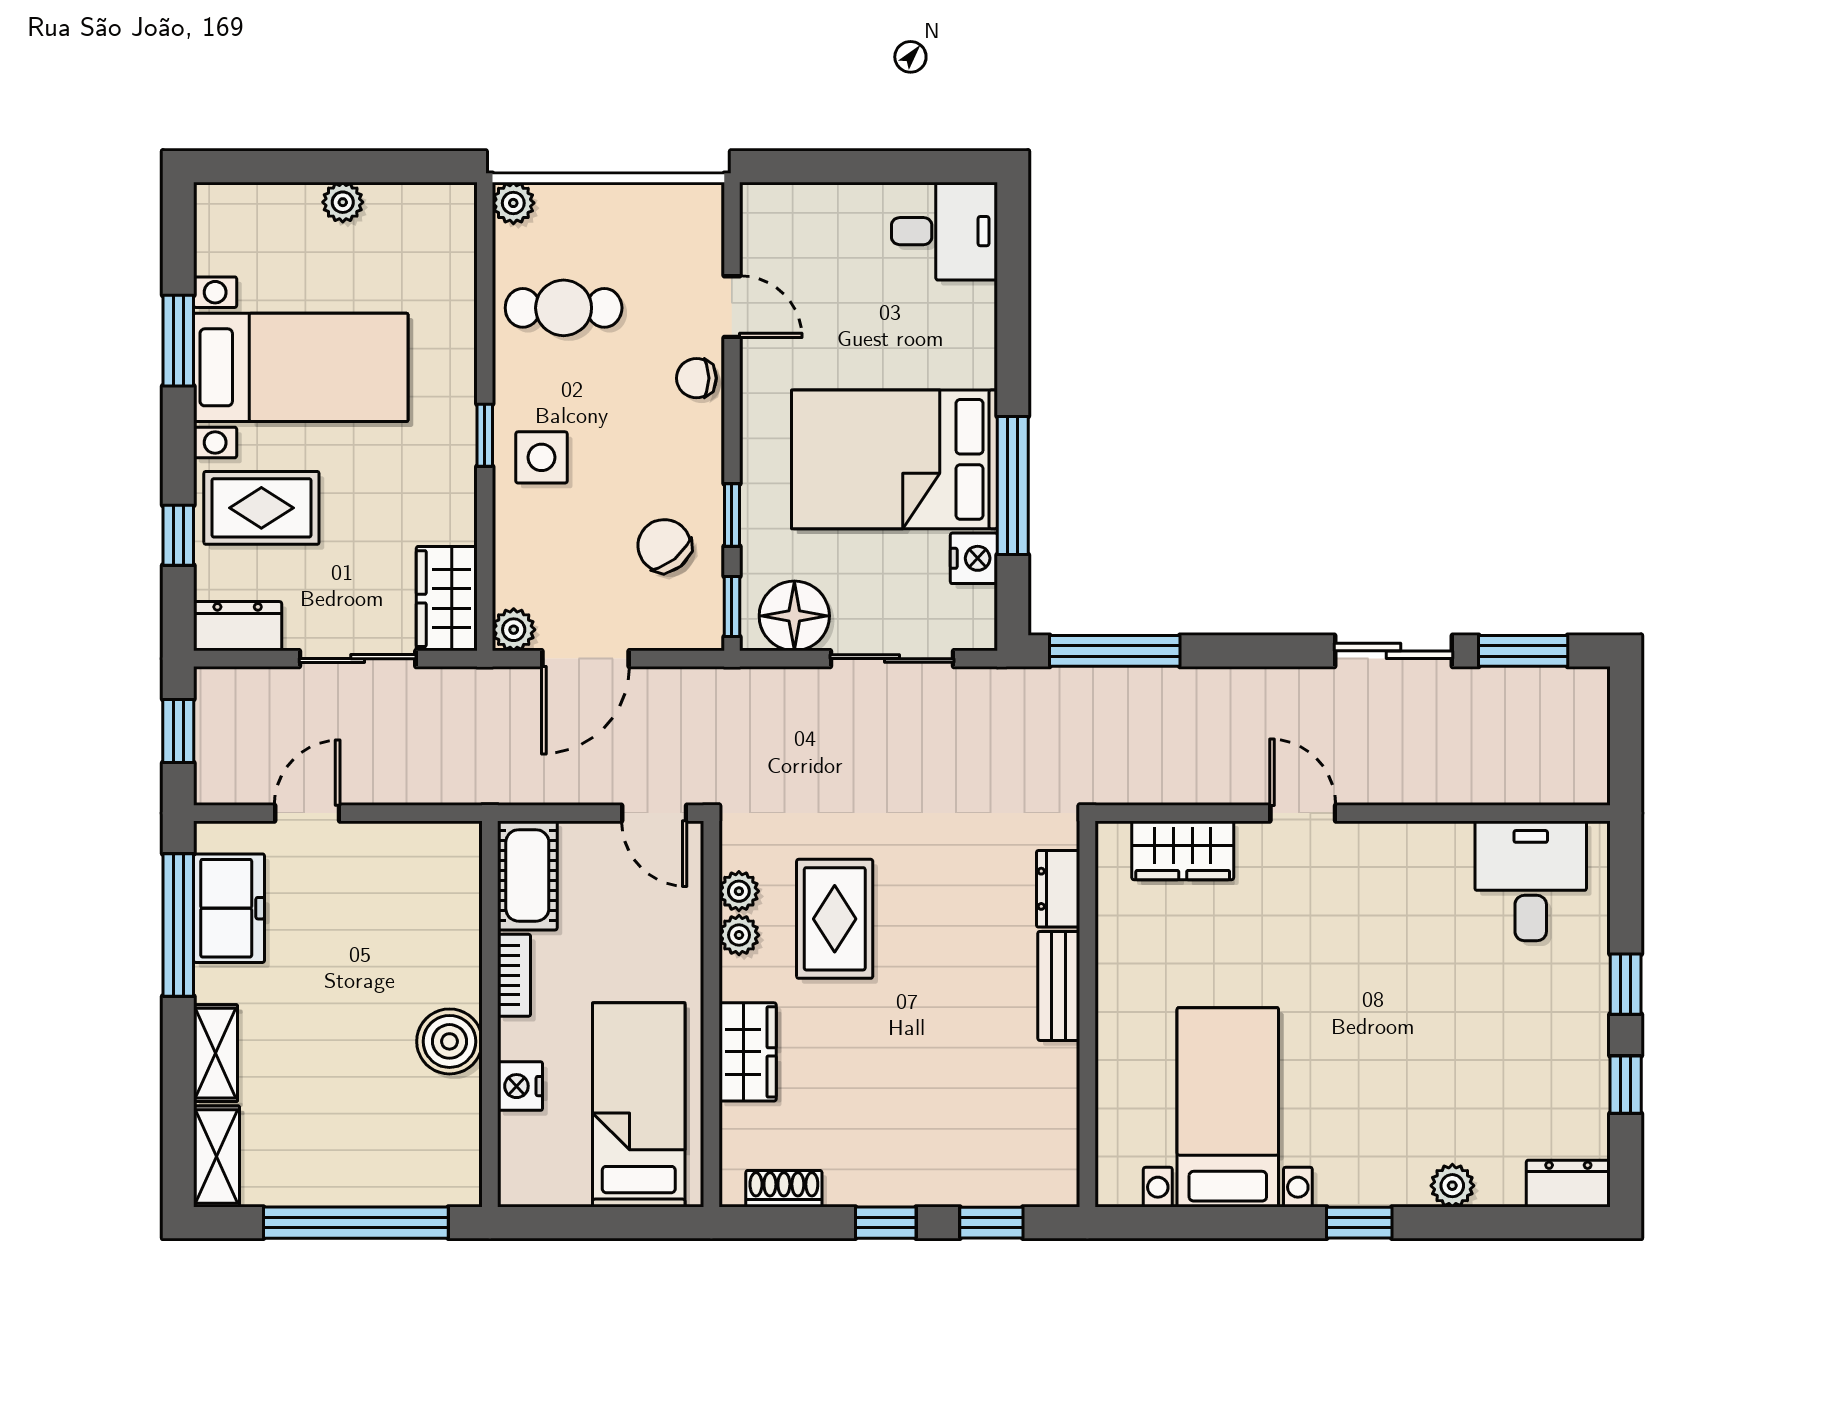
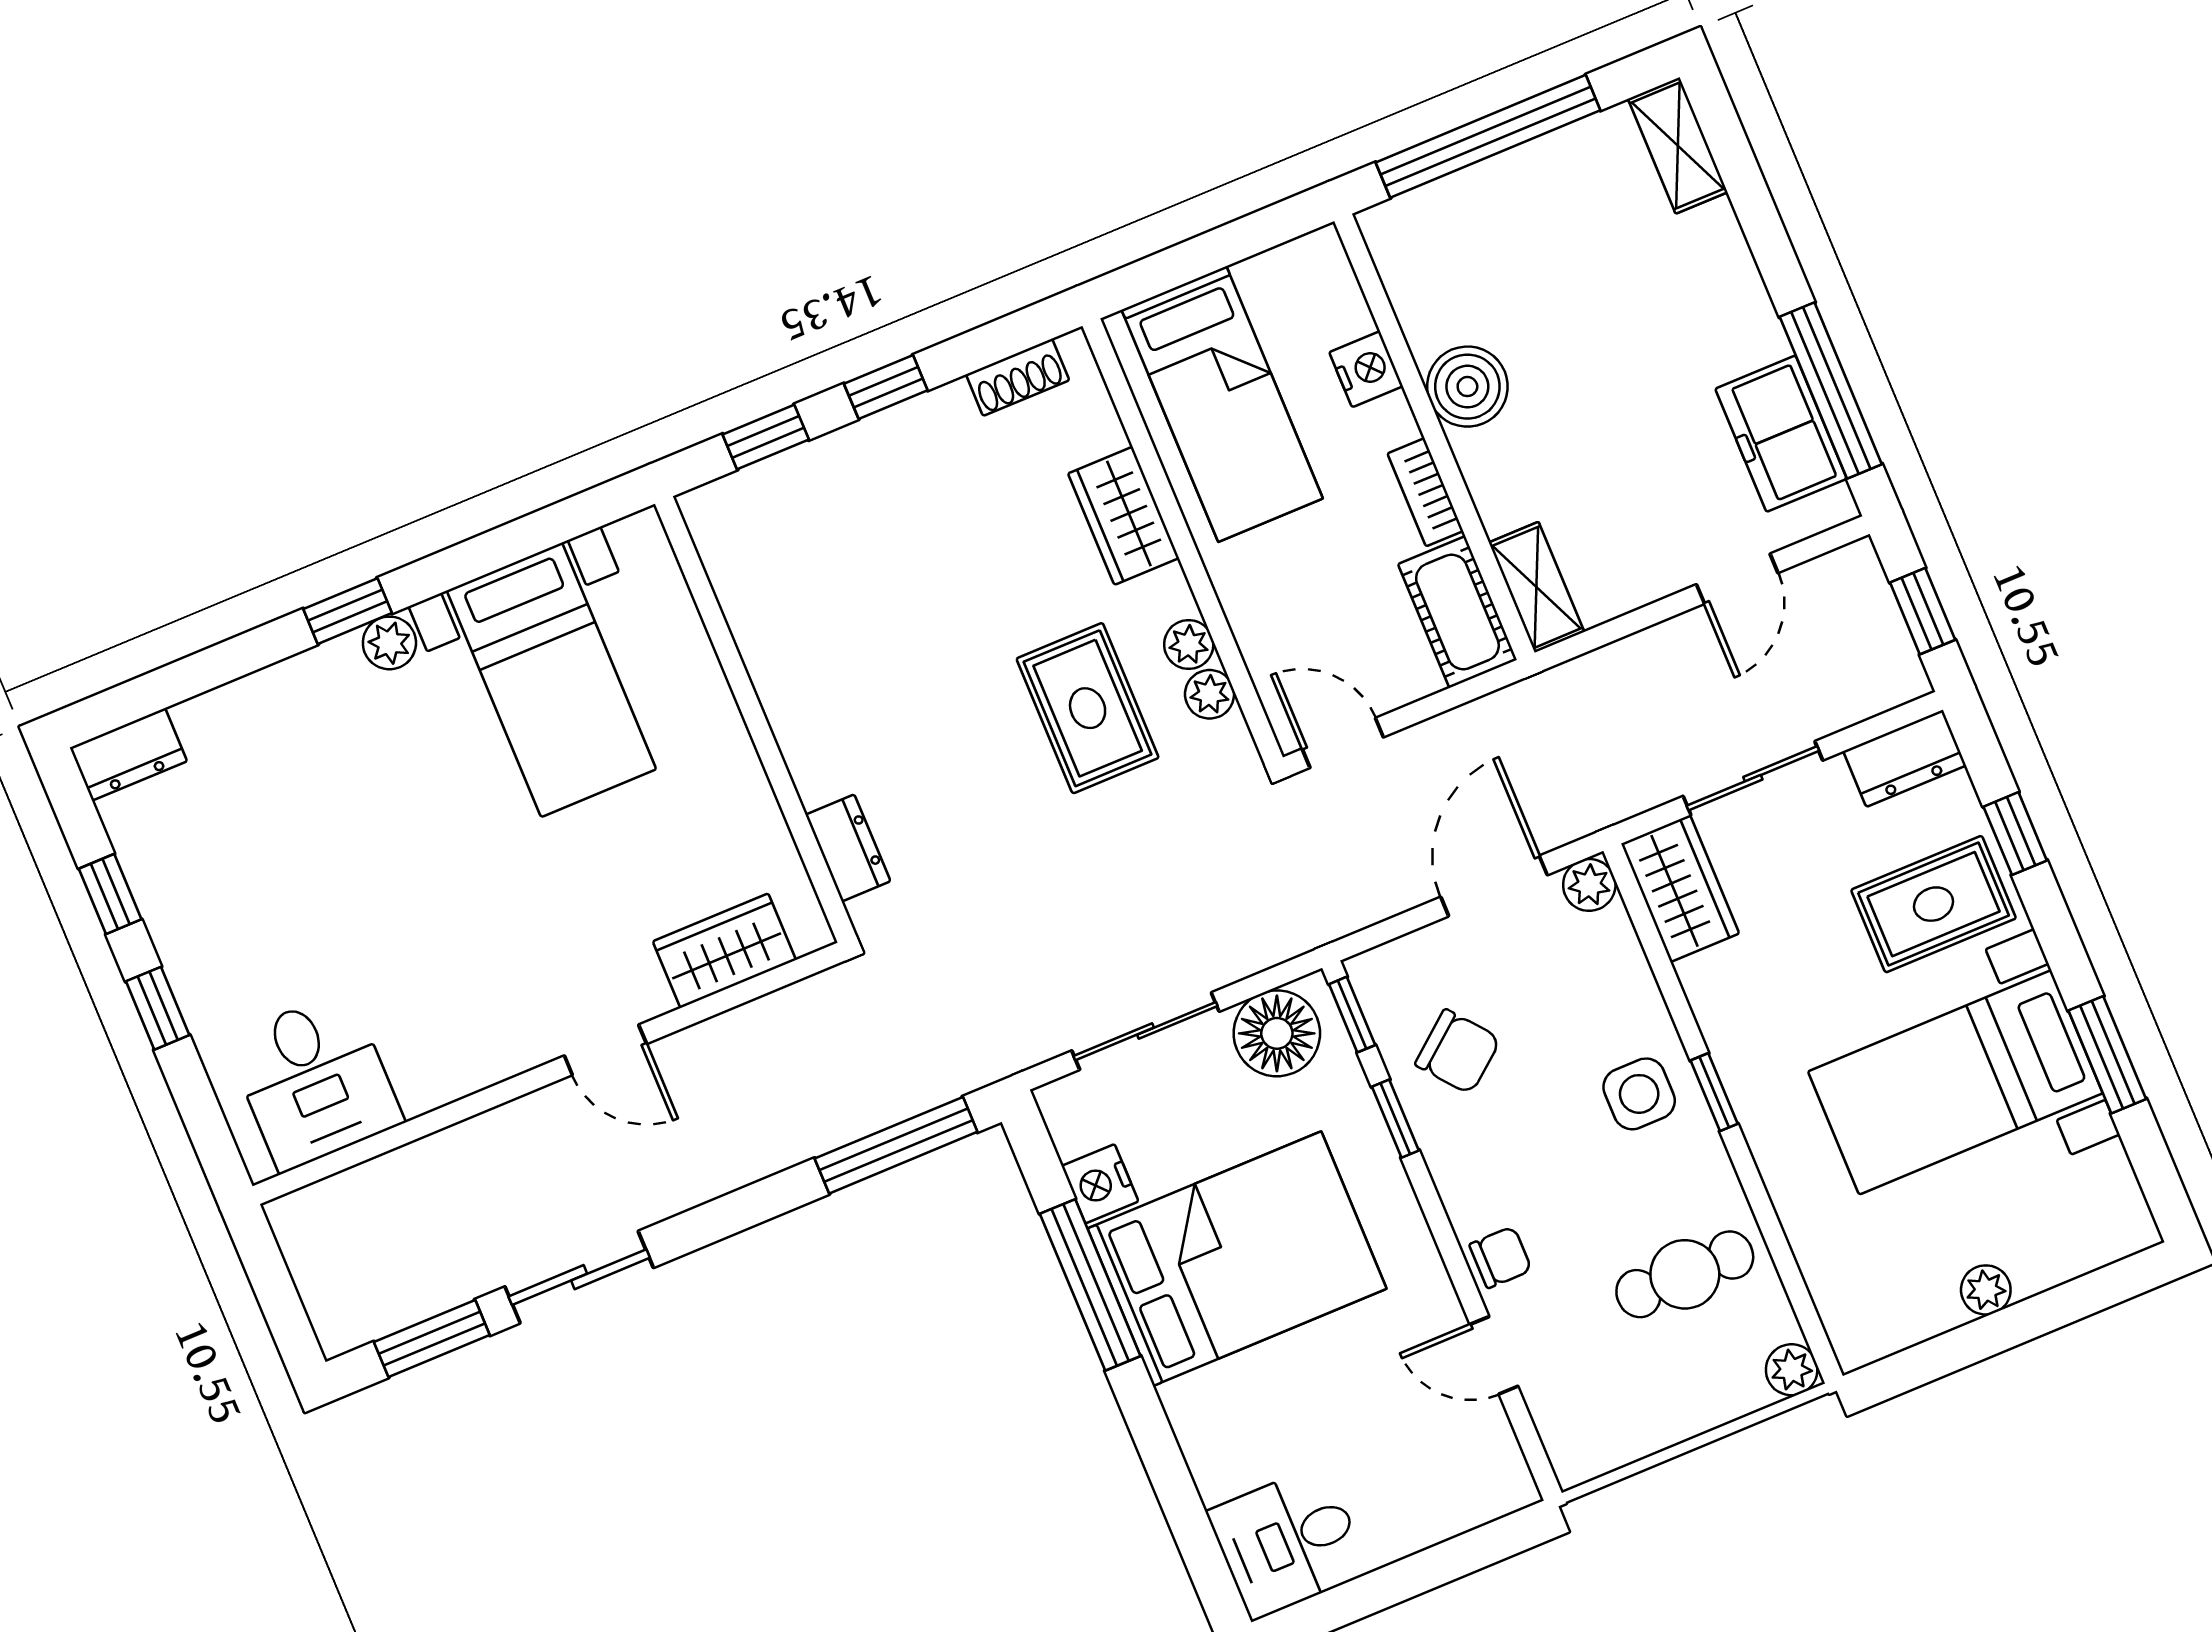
bench: (1059, 986) -> (801, 738), removed
shelving: (216, 1053) -> (1536, 587), moved
plant: (1452, 1186) -> (389, 643), moved

